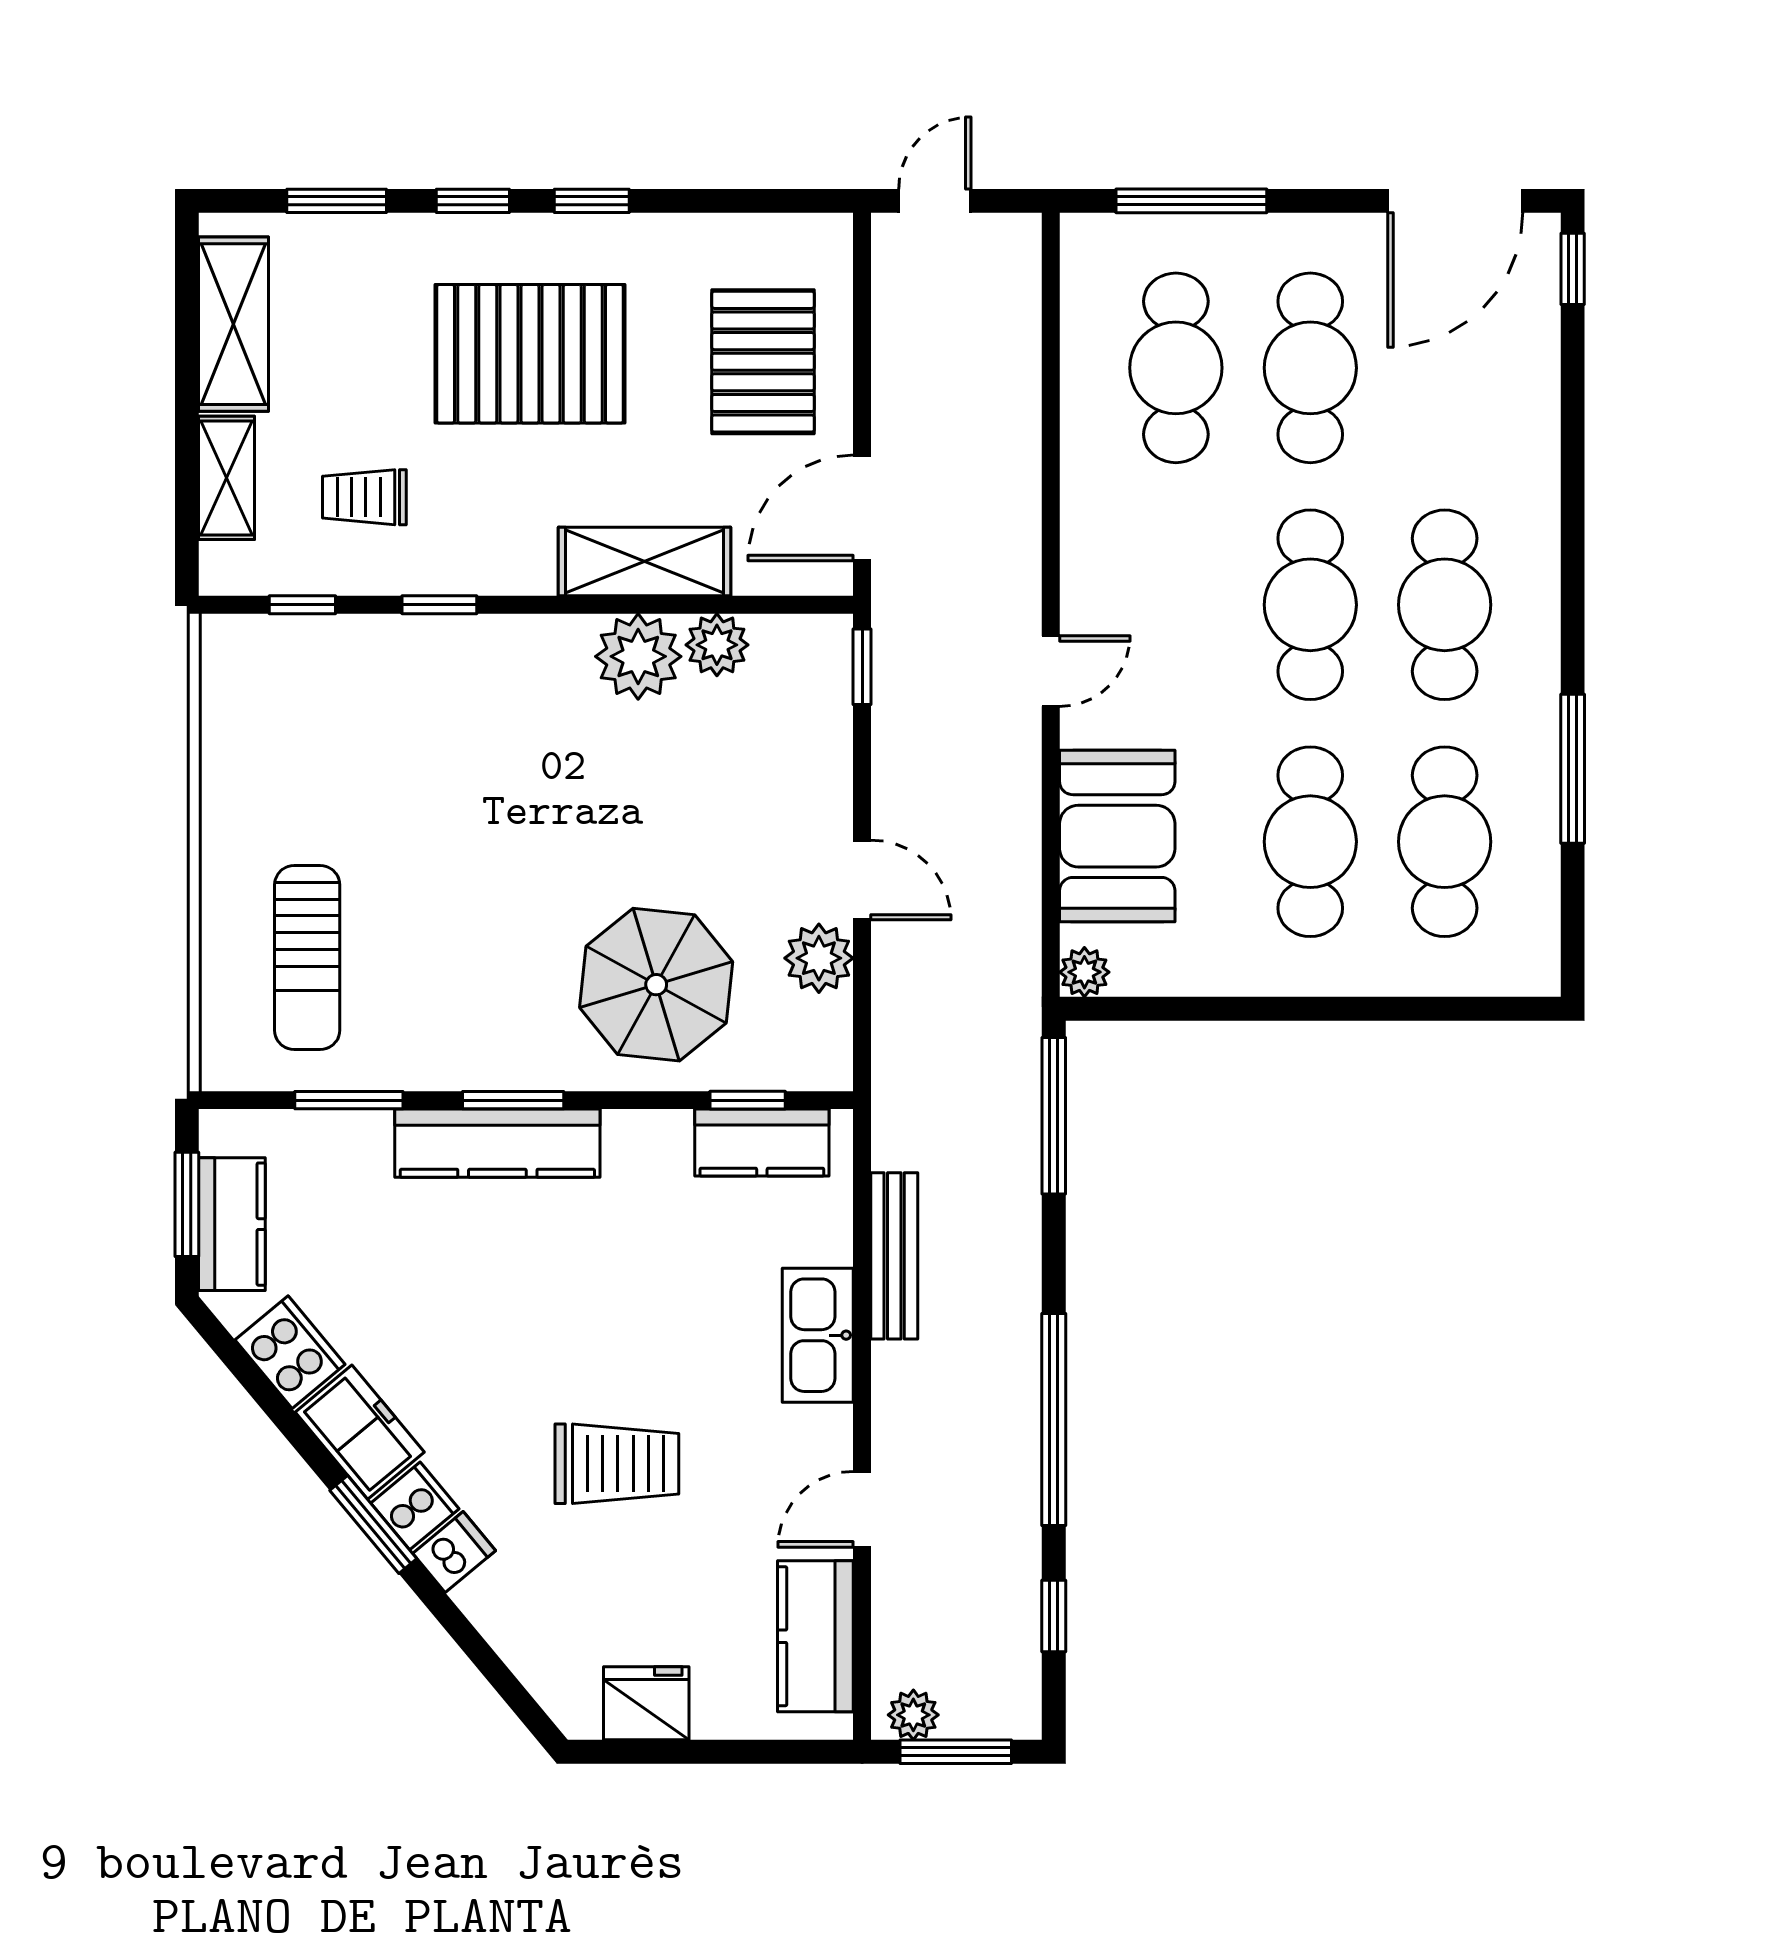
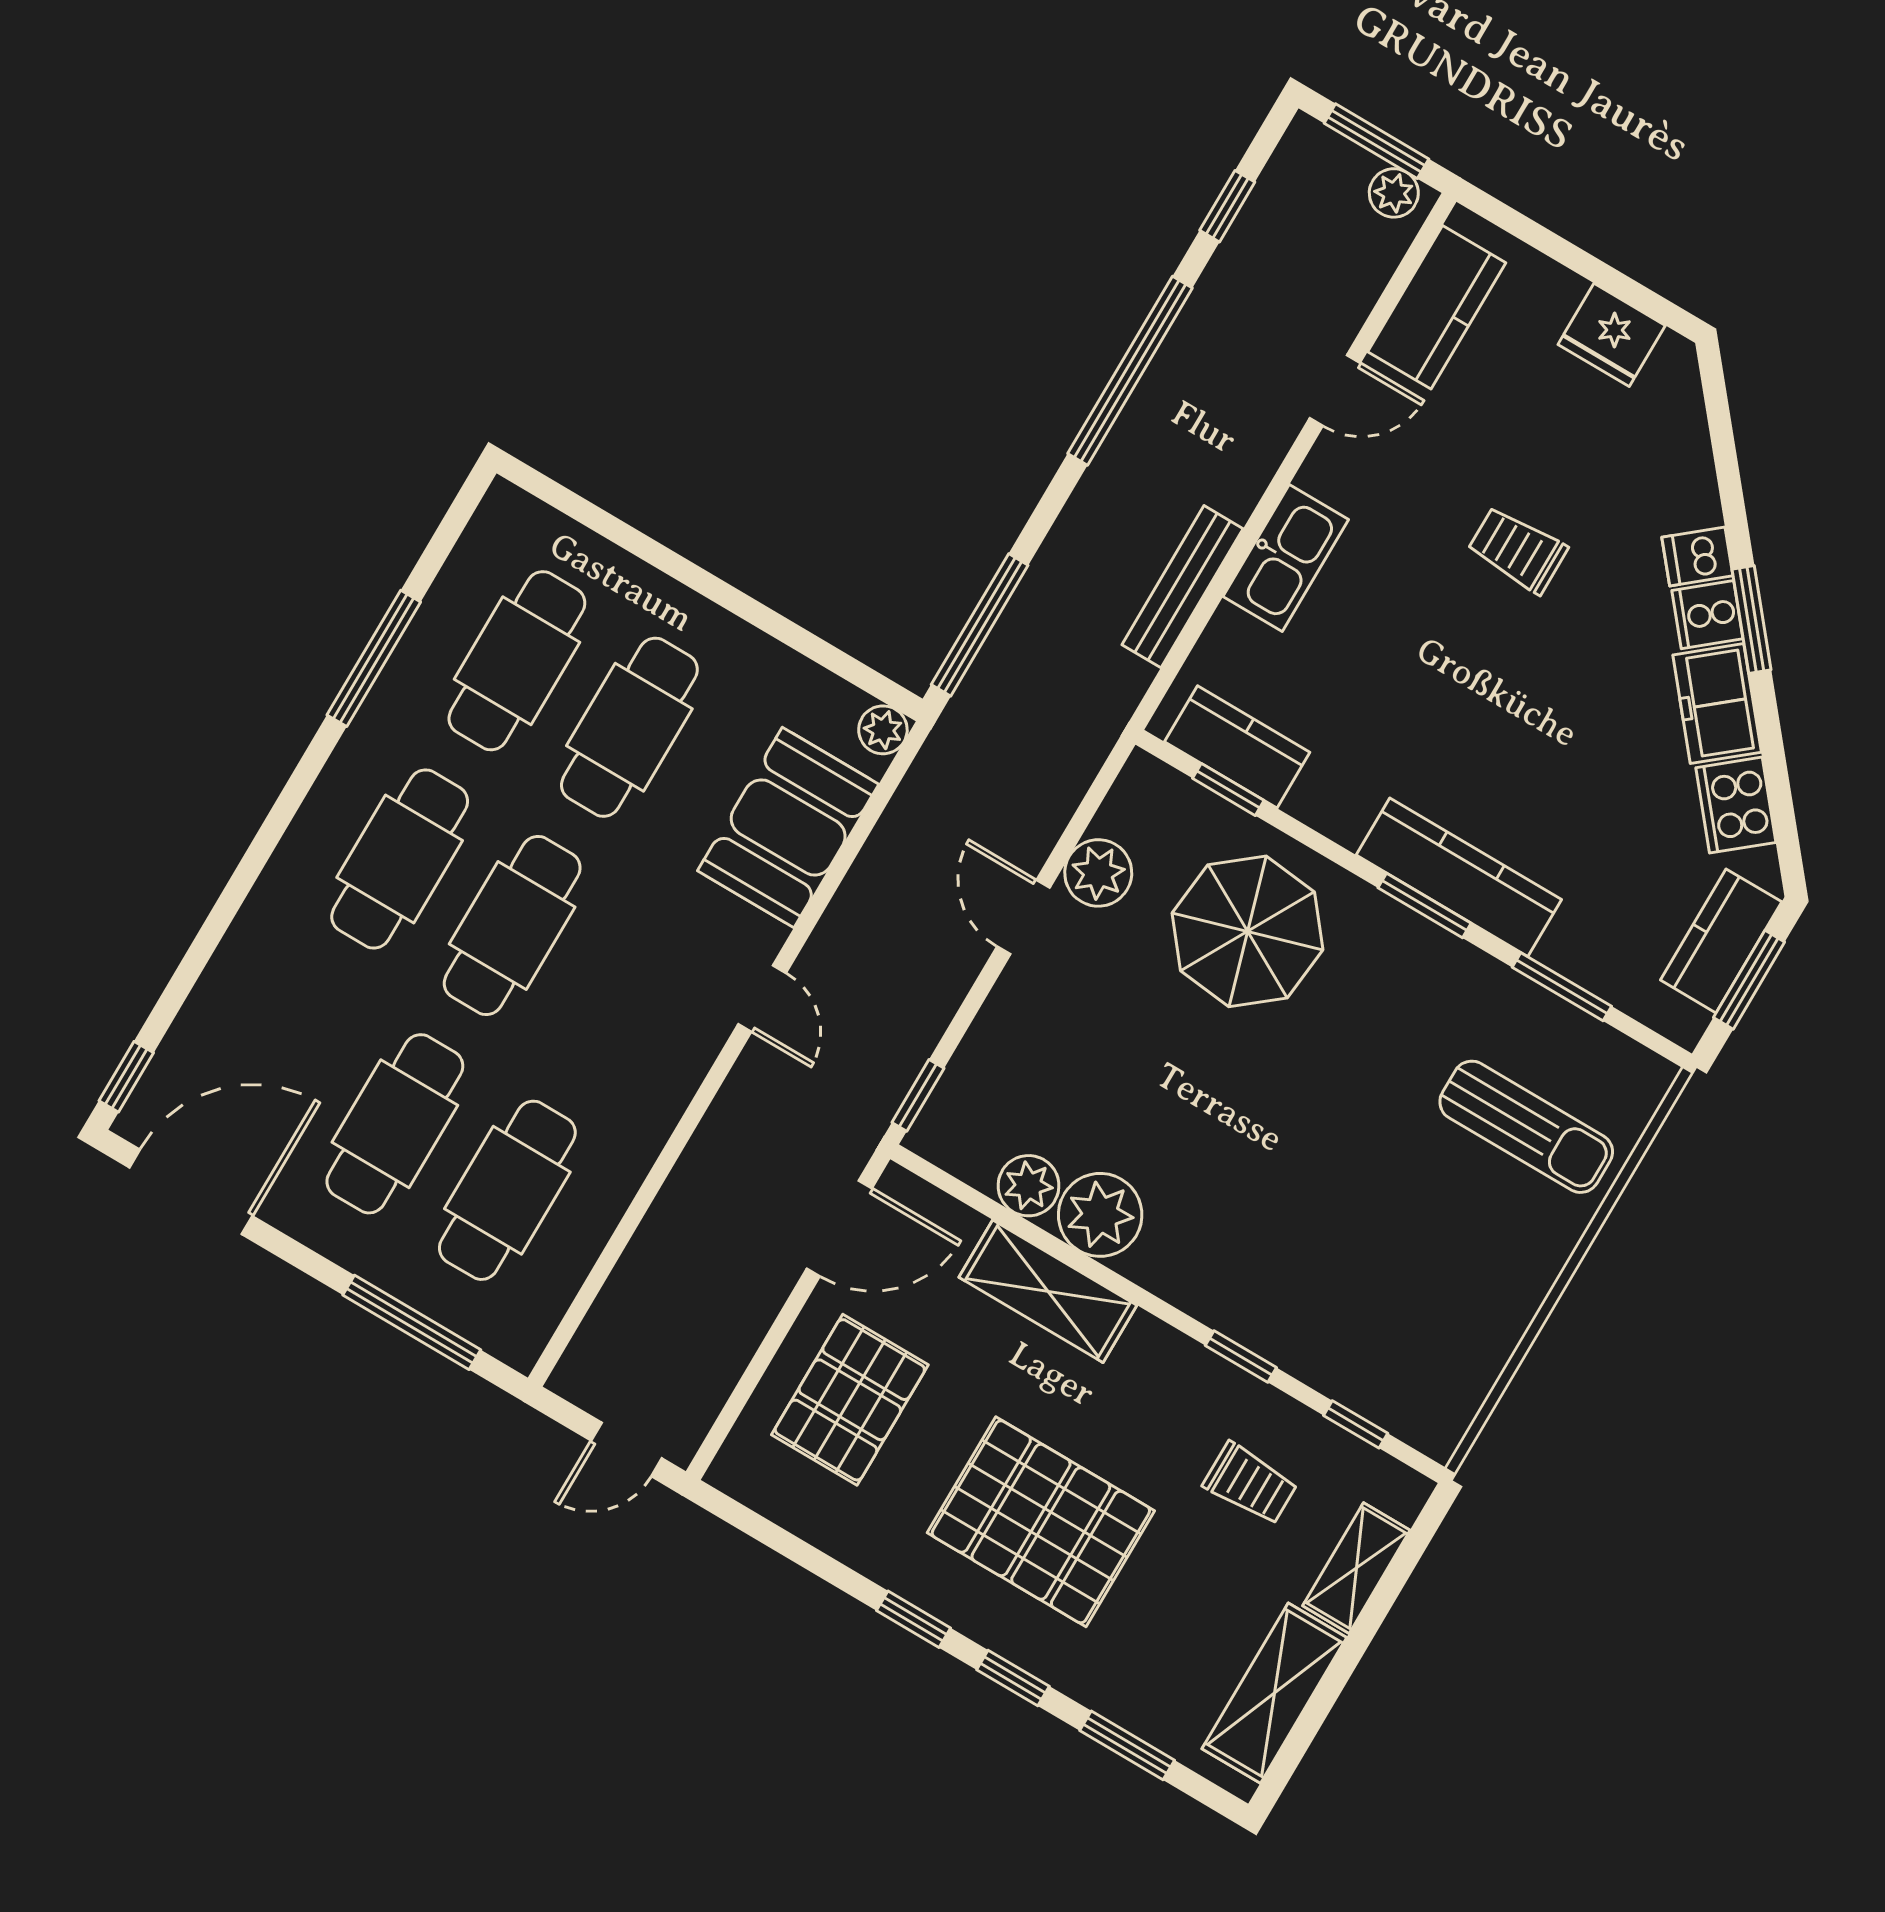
door: (1051, 671) -> (762, 998), swing flipped
sun lounger: (307, 958) -> (1526, 1127), turned 90
trolley: (617, 1464) -> (1517, 550), width x0.73, depth x0.72

